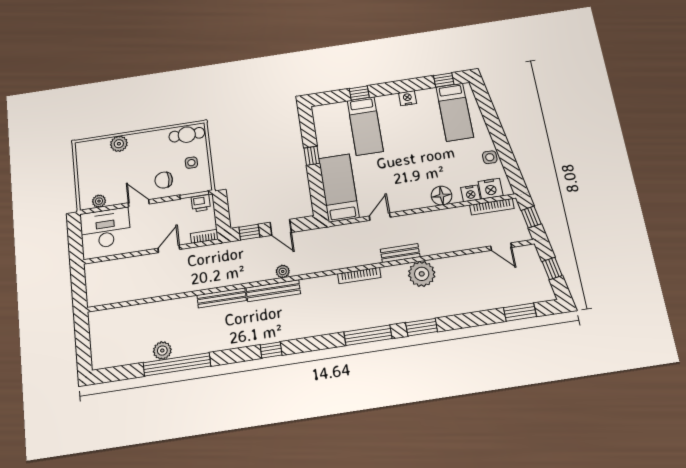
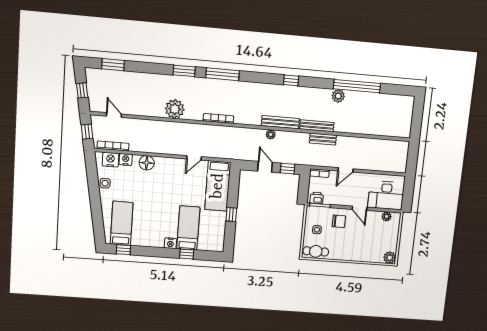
nightstand: (408, 98) -> (170, 243), moved
plant: (119, 144) -> (390, 258), moved
bench: (400, 253) -> (323, 139), moved
plant: (162, 351) -> (338, 96), moved

